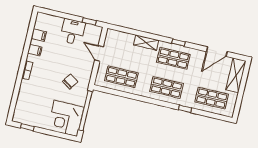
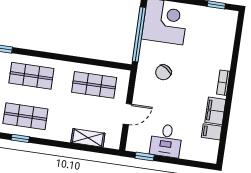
shelving: (146, 43) -> (88, 138), moved
filing cabinet: (35, 50) -> (215, 111), width x2.00
door: (99, 53) -> (127, 114), hinge flipped

